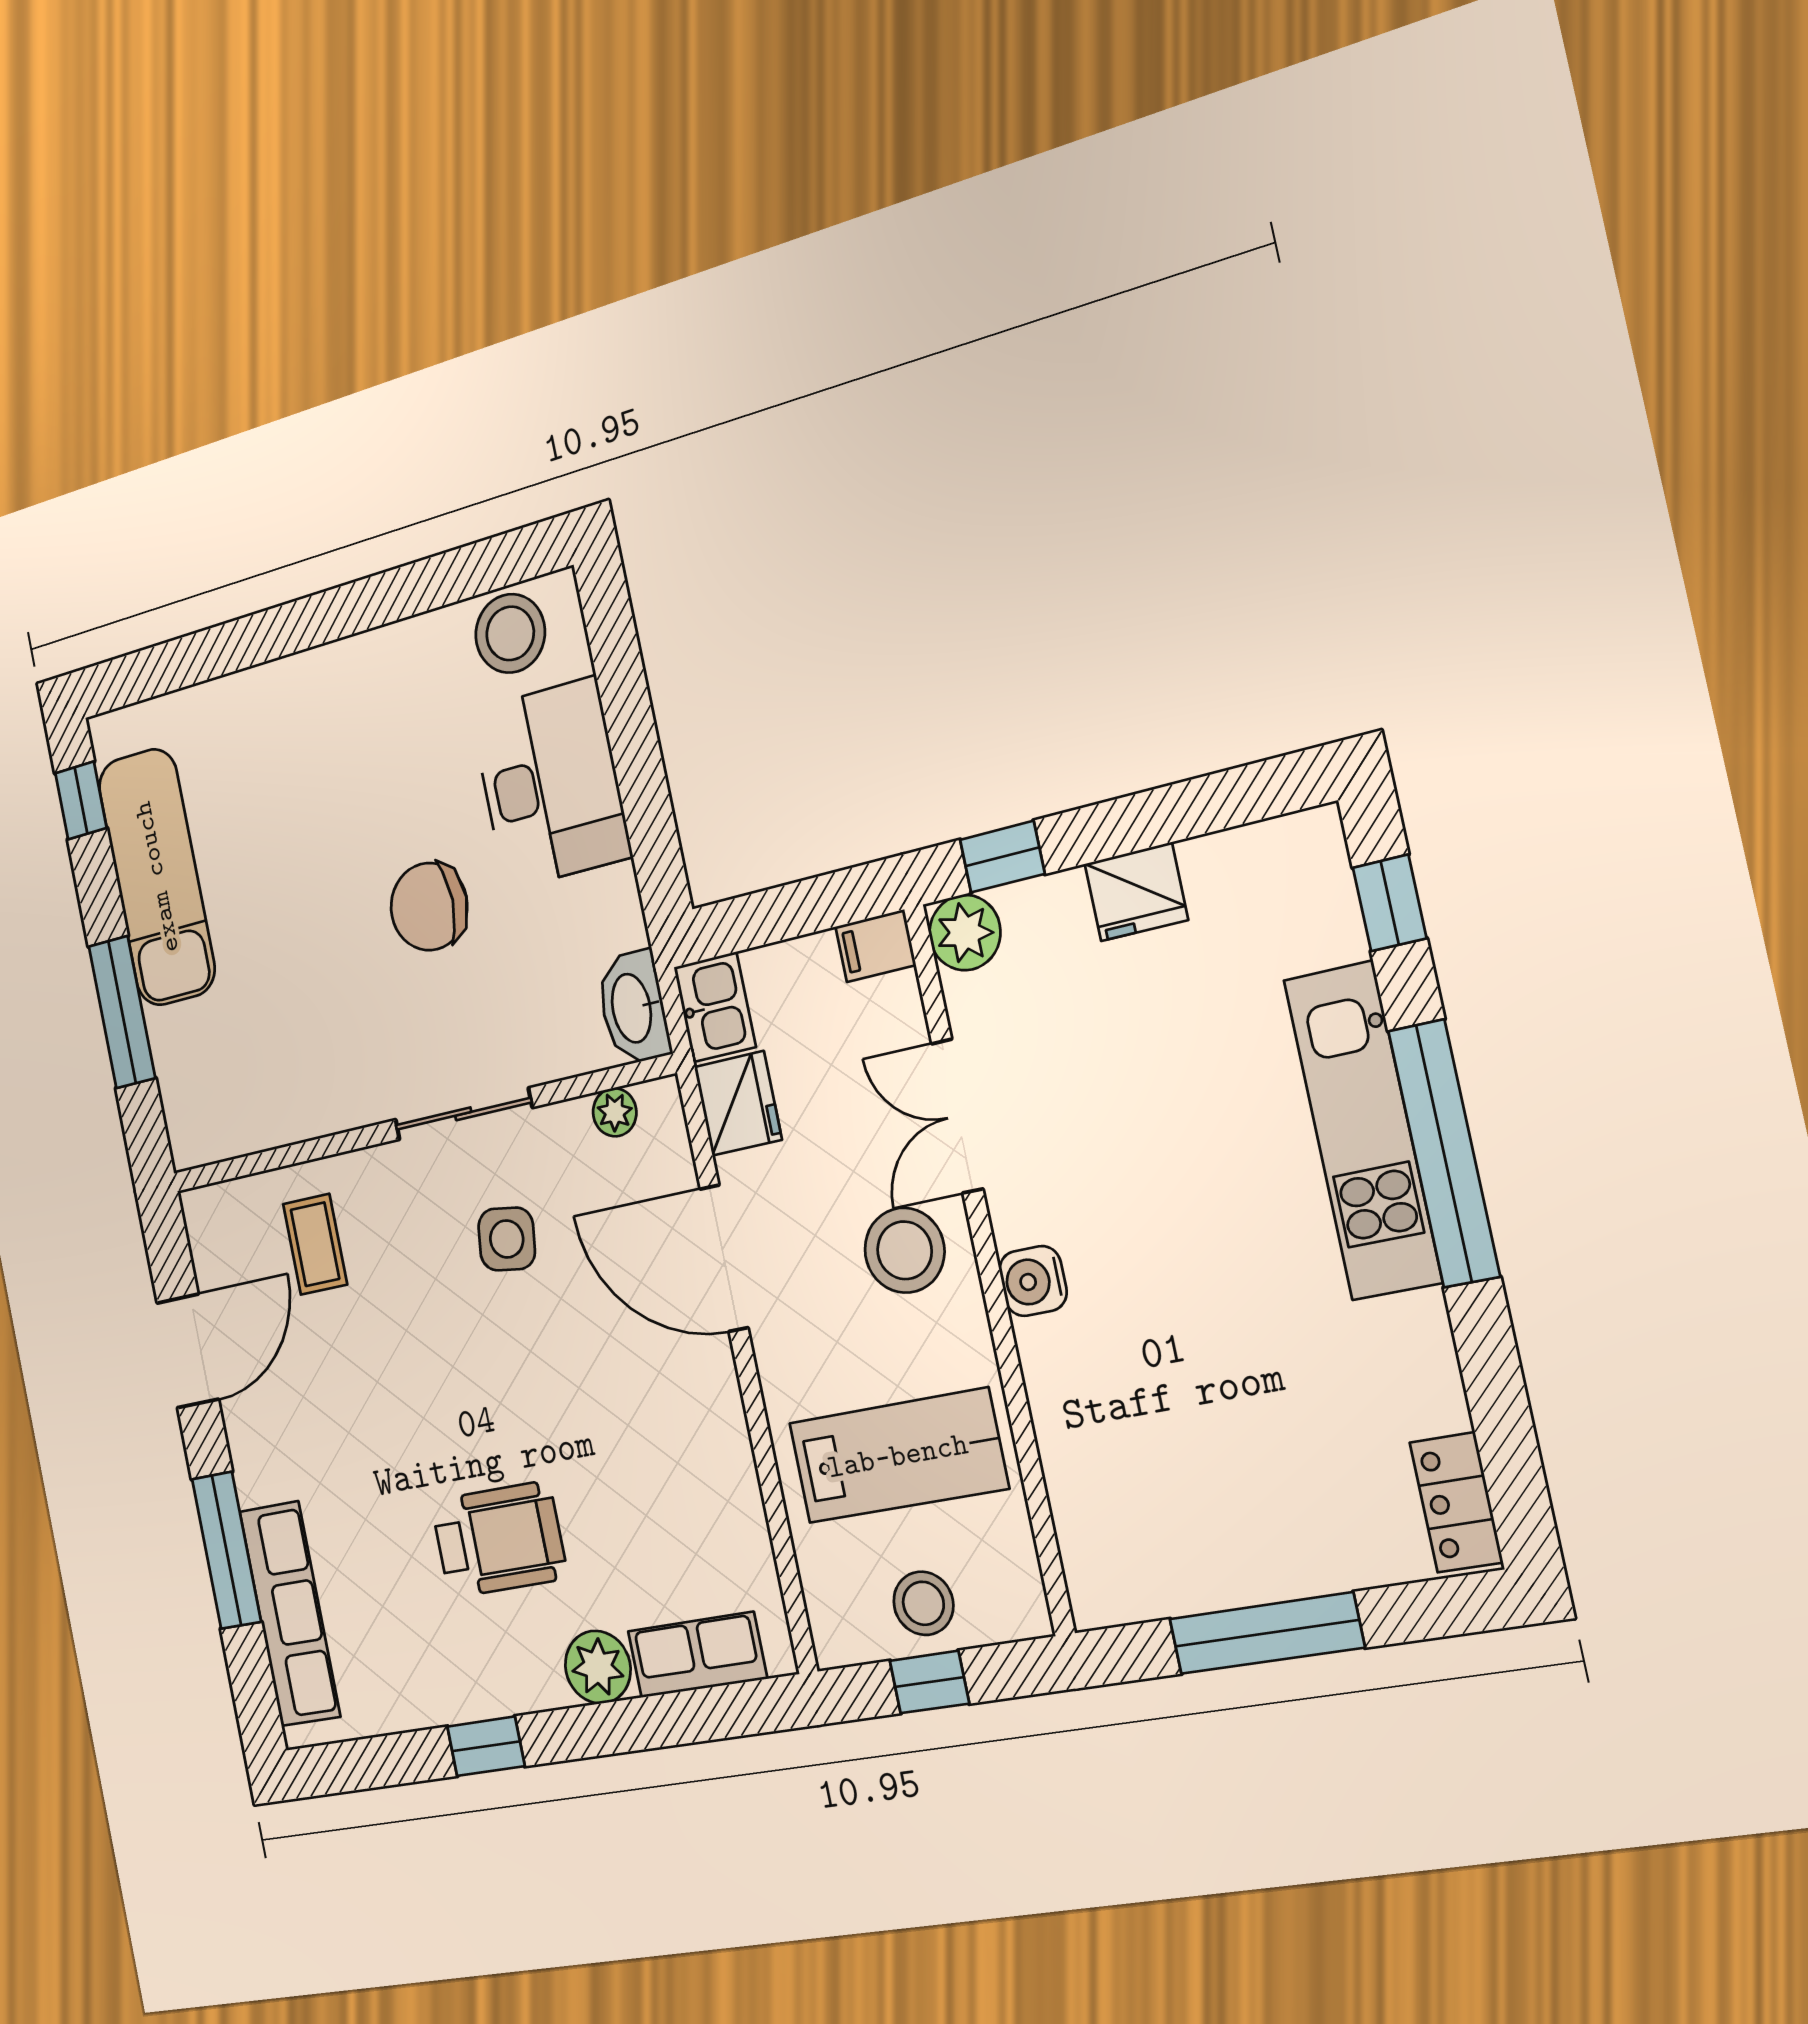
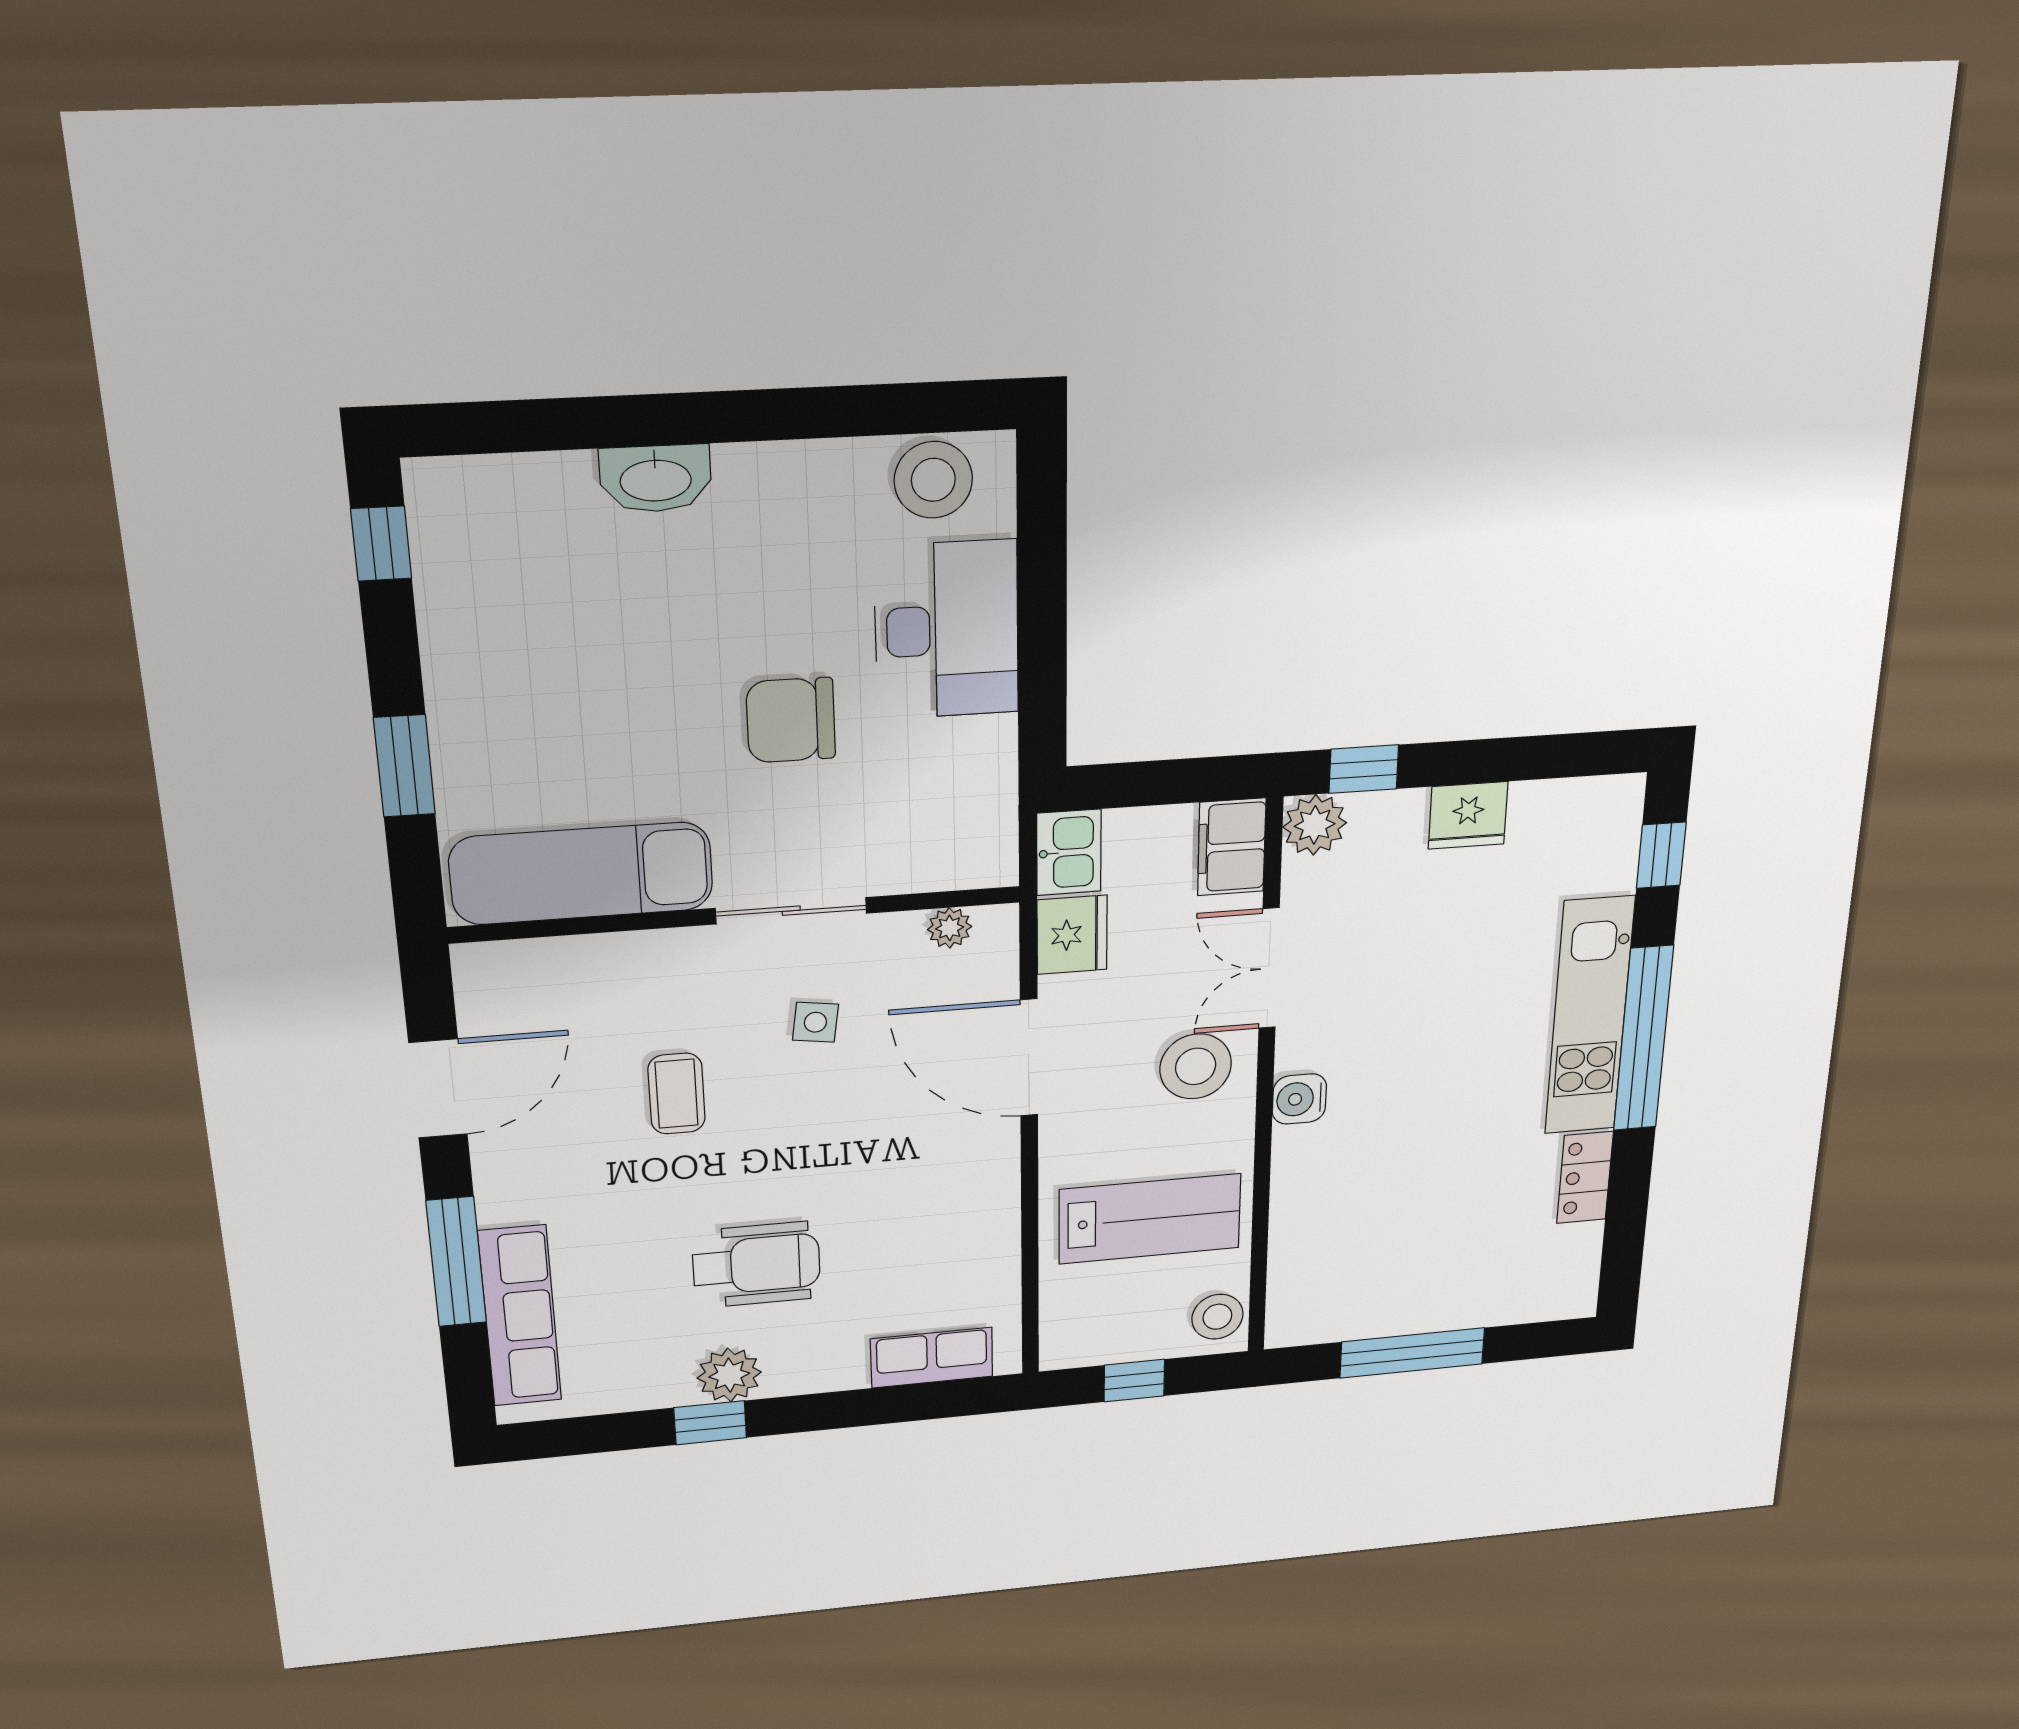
exam couch: (157, 877) -> (582, 873), moved, turned -90
filing cabinet: (875, 946) -> (1232, 847), width x2.00
washbasin: (633, 1008) -> (656, 479), moved, turned -90
window: (122, 1012) -> (404, 766), width x0.69
side table: (507, 1239) -> (815, 1022), width x0.73, depth x0.73
coffee table: (315, 1244) -> (677, 1094), moved
locker: (1456, 1502) -> (1585, 1178), moved
stool: (923, 1603) -> (1217, 1317), moved
plant: (598, 1667) -> (729, 1375), moved

